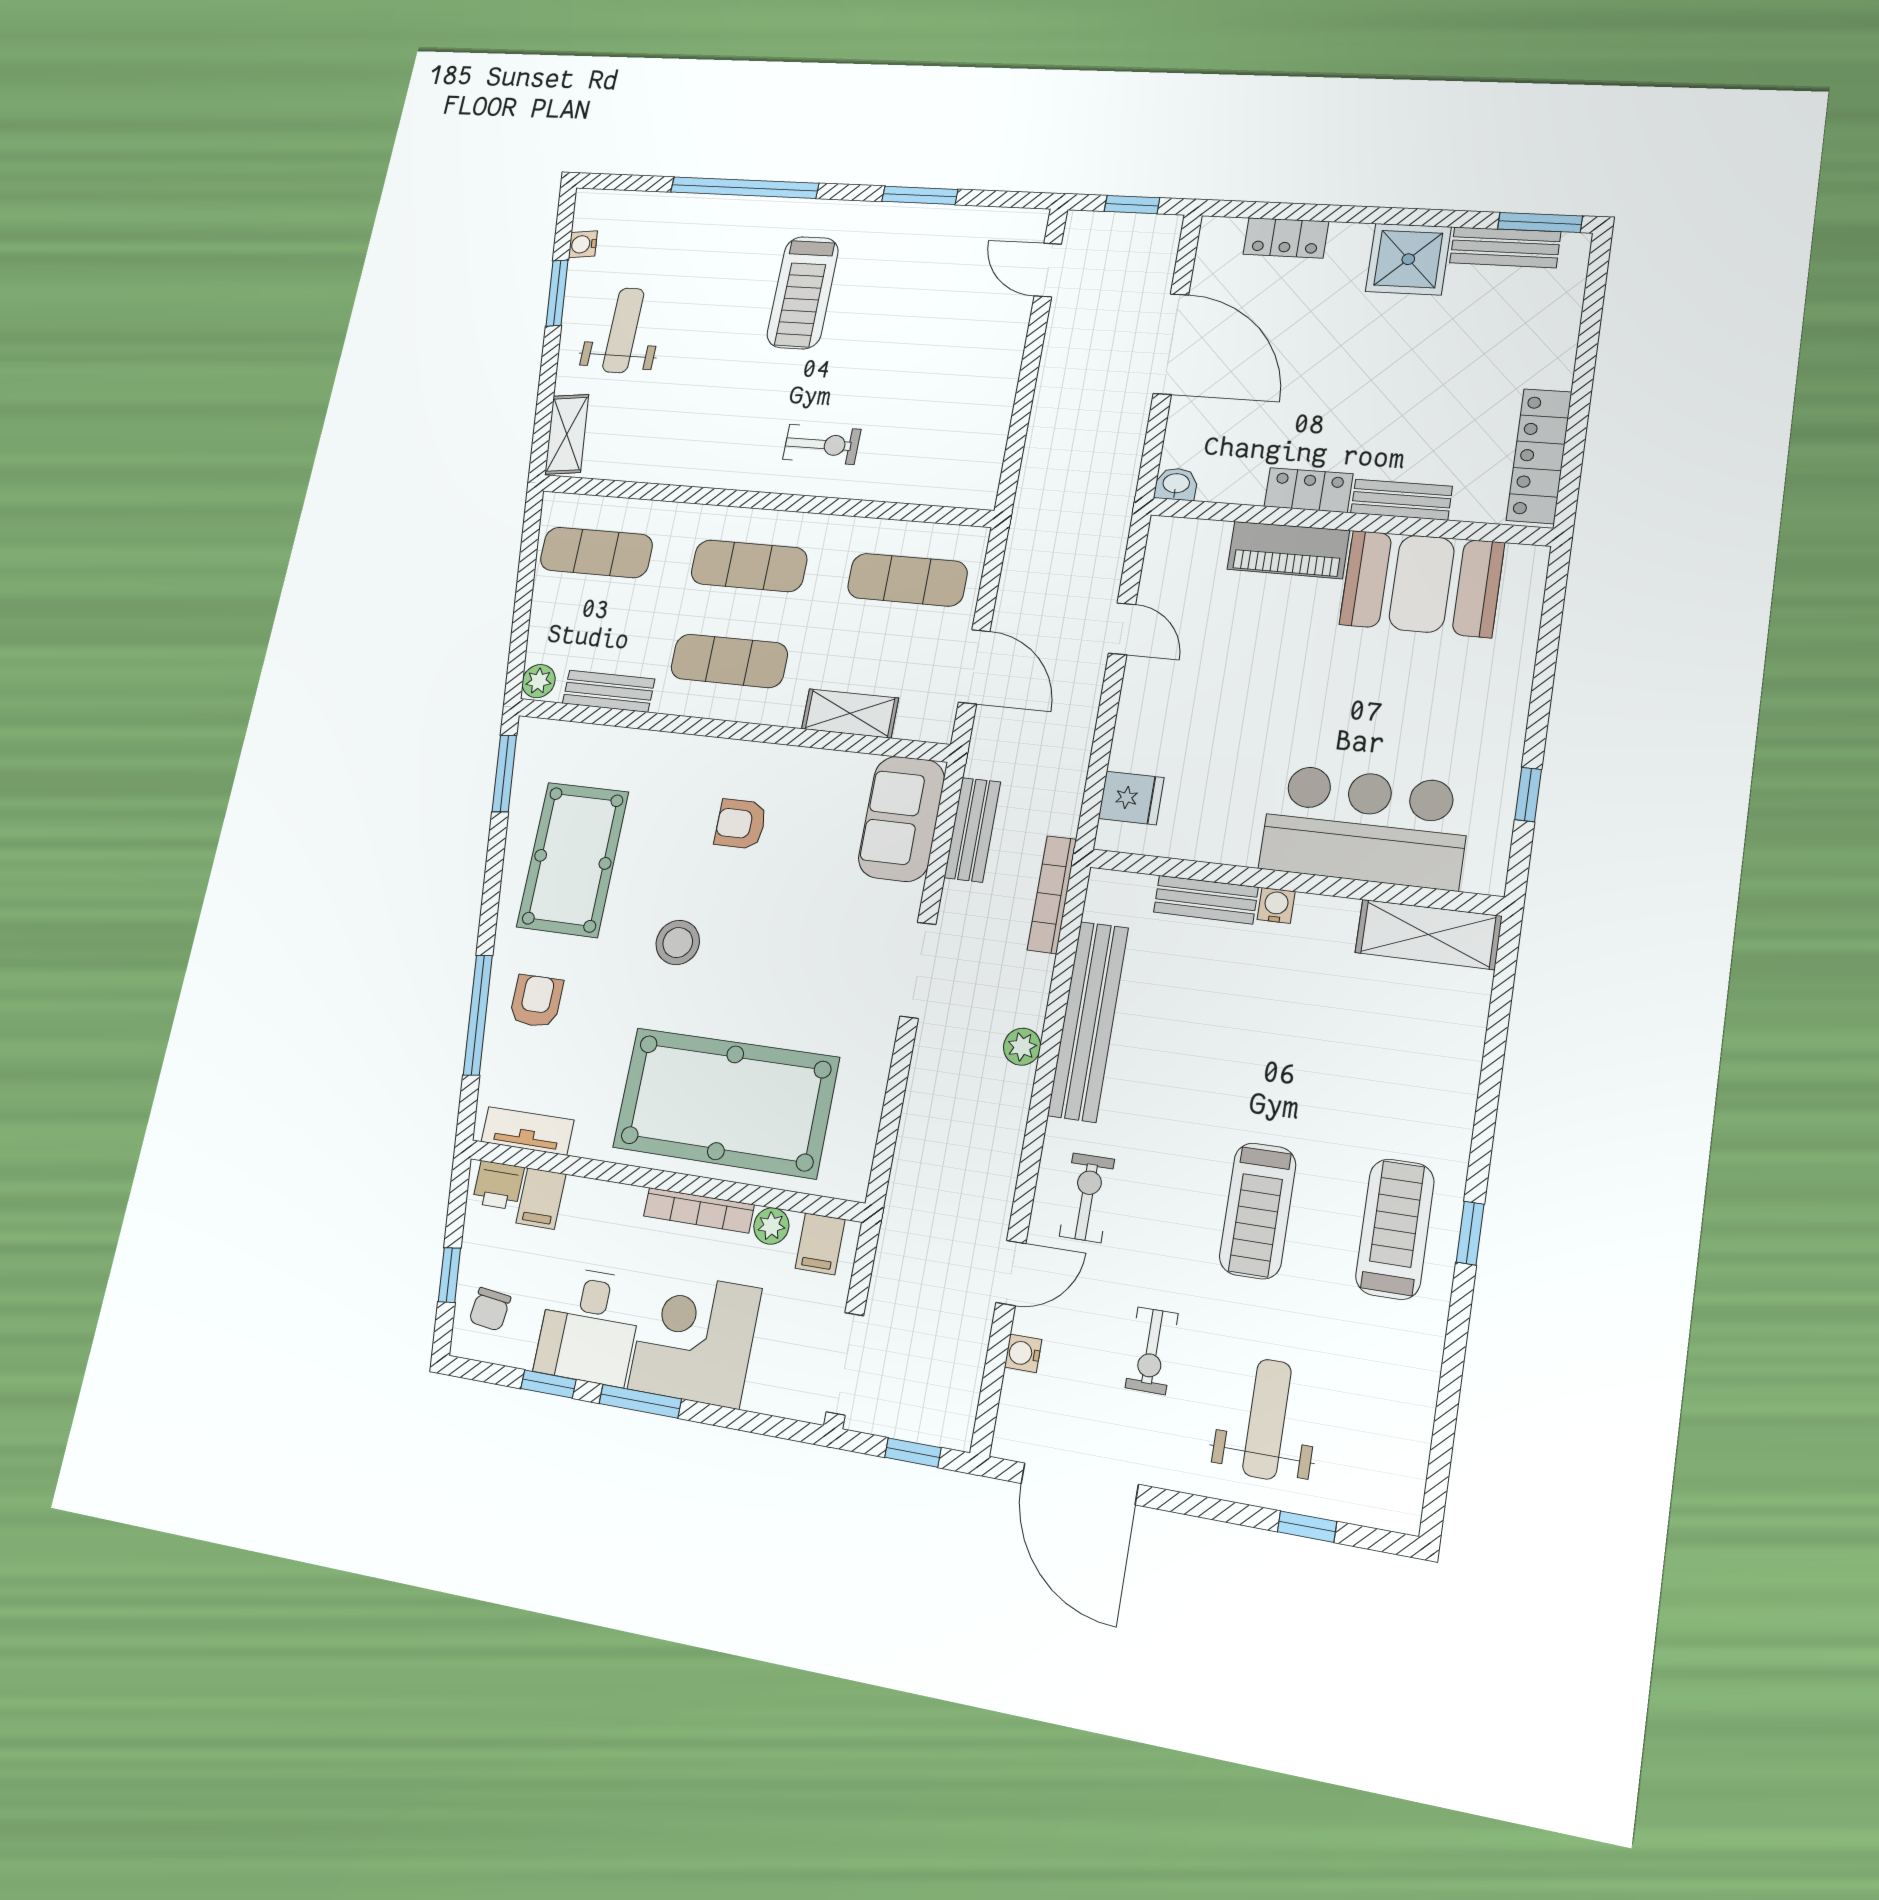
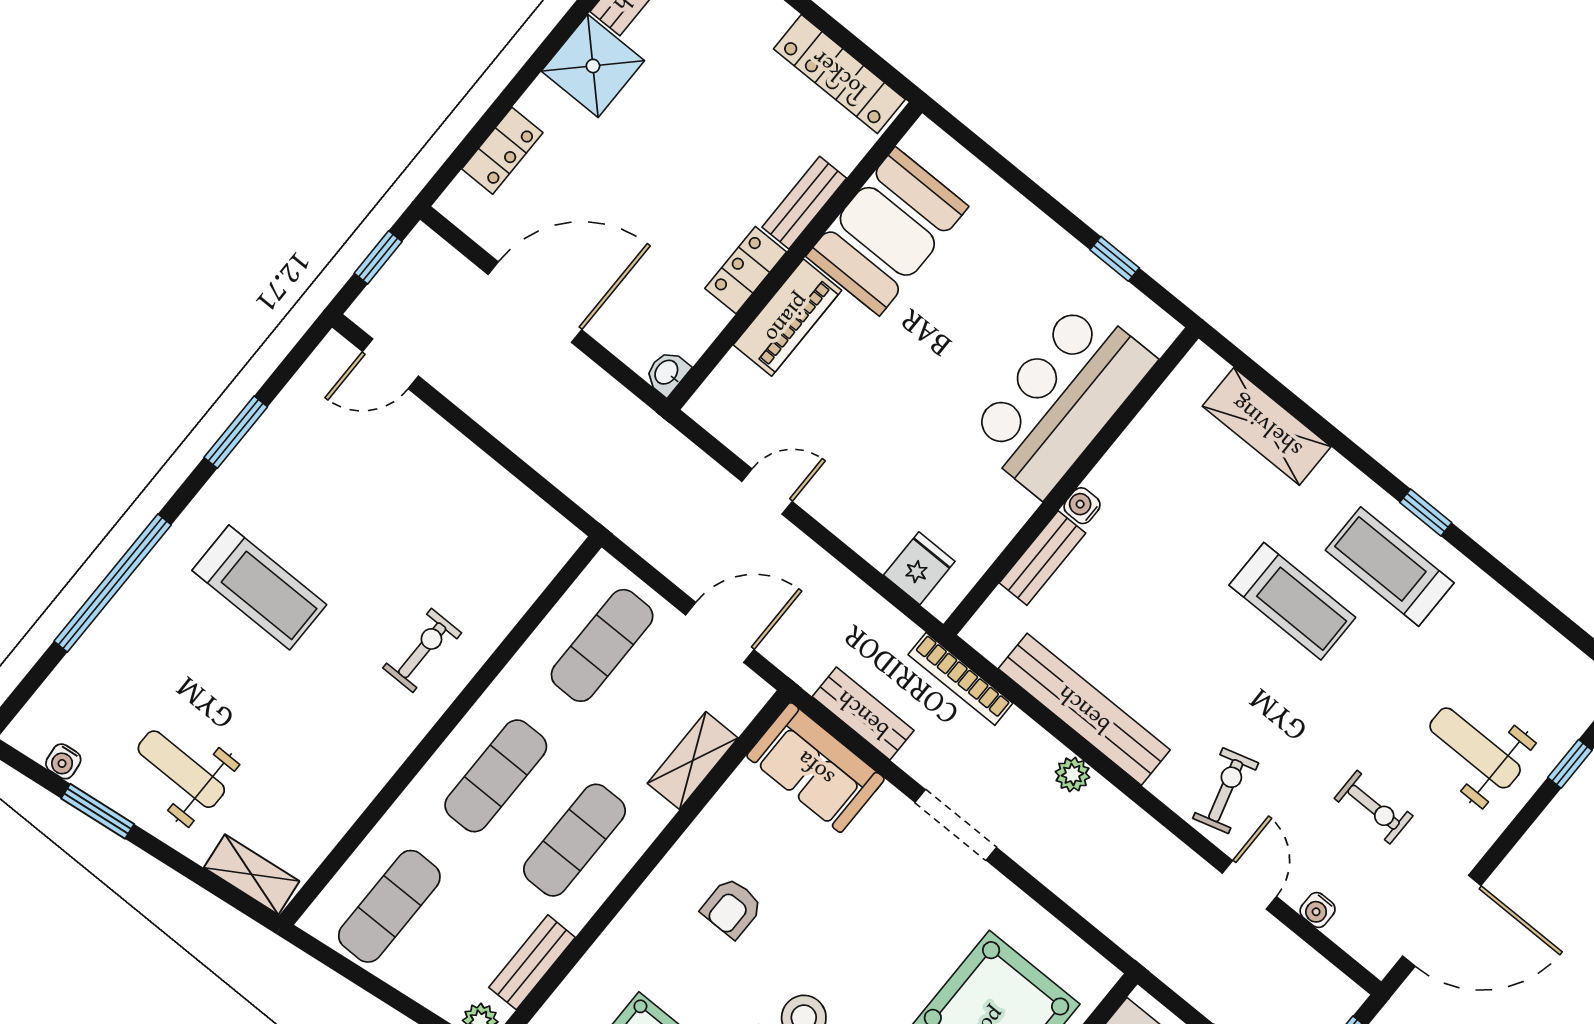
shelving: (1428, 934) -> (1267, 426), moved, turned 90
exercise bike: (1087, 1198) -> (1226, 791), turned 74
treadmill: (1258, 1211) -> (1292, 601), moved

